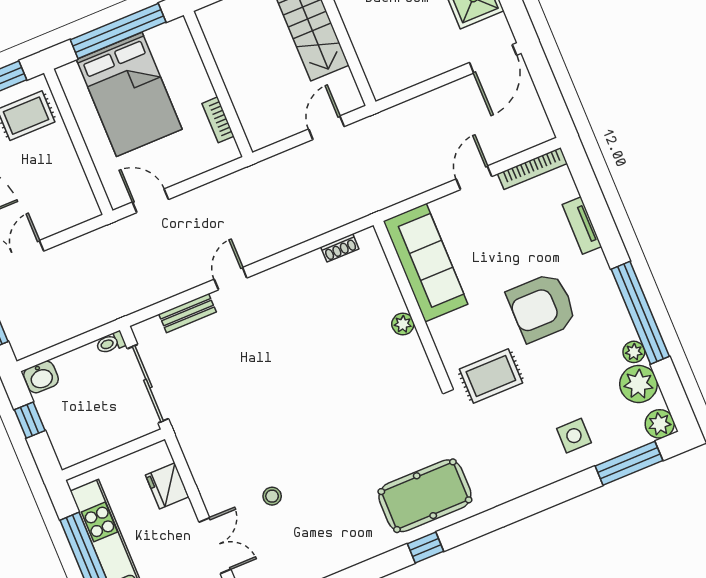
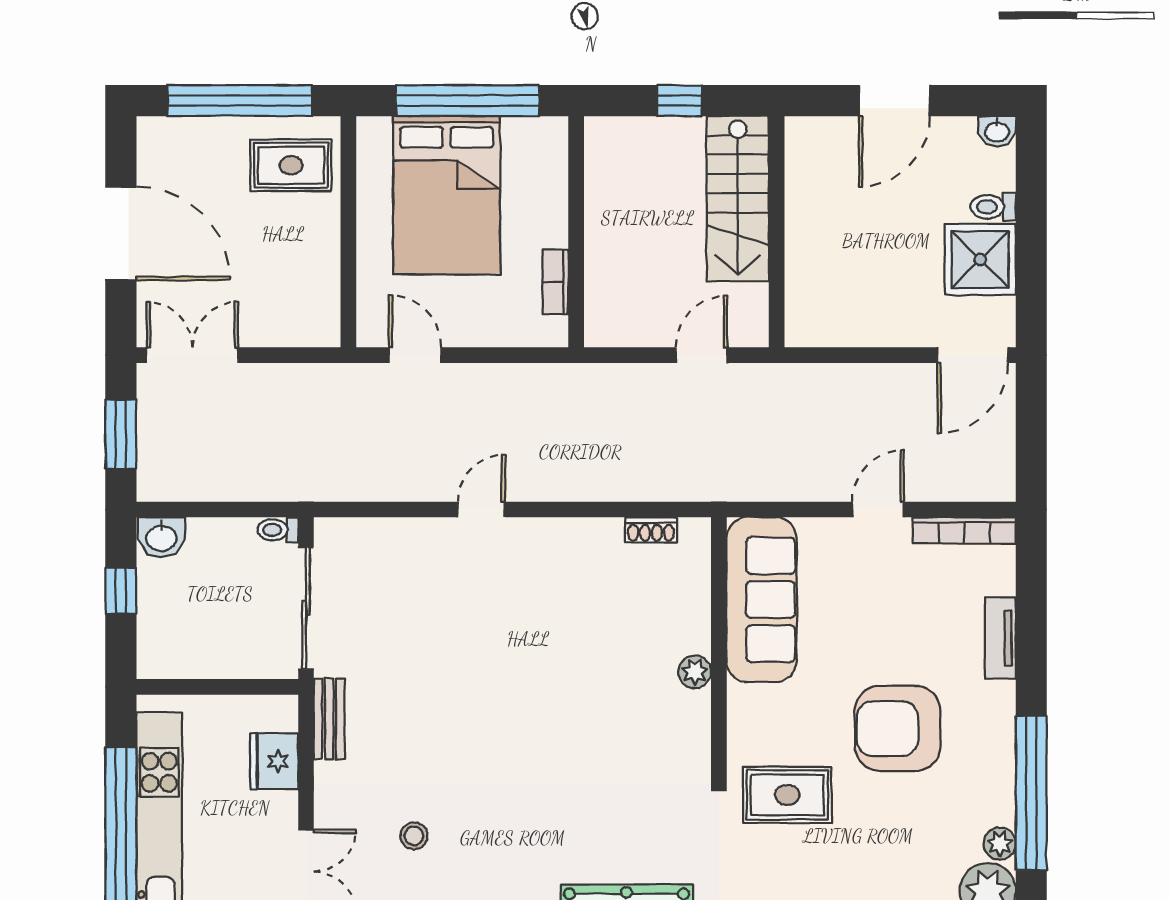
bench: (188, 313) -> (329, 719), moved, turned 90

